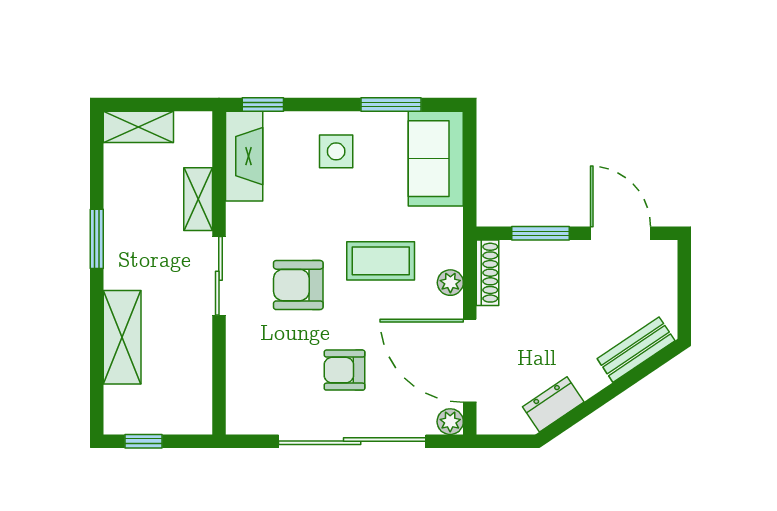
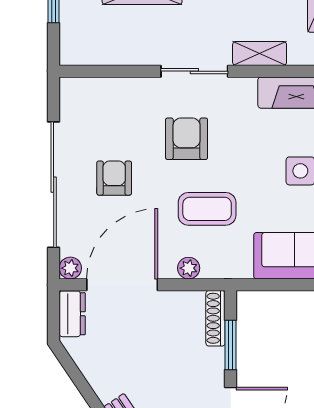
coffee table: (381, 261) -> (207, 209), turned 90
shoe rack: (488, 273) -> (215, 318), moved, turned 90
dresser: (553, 404) -> (72, 314), moved, turned 34

